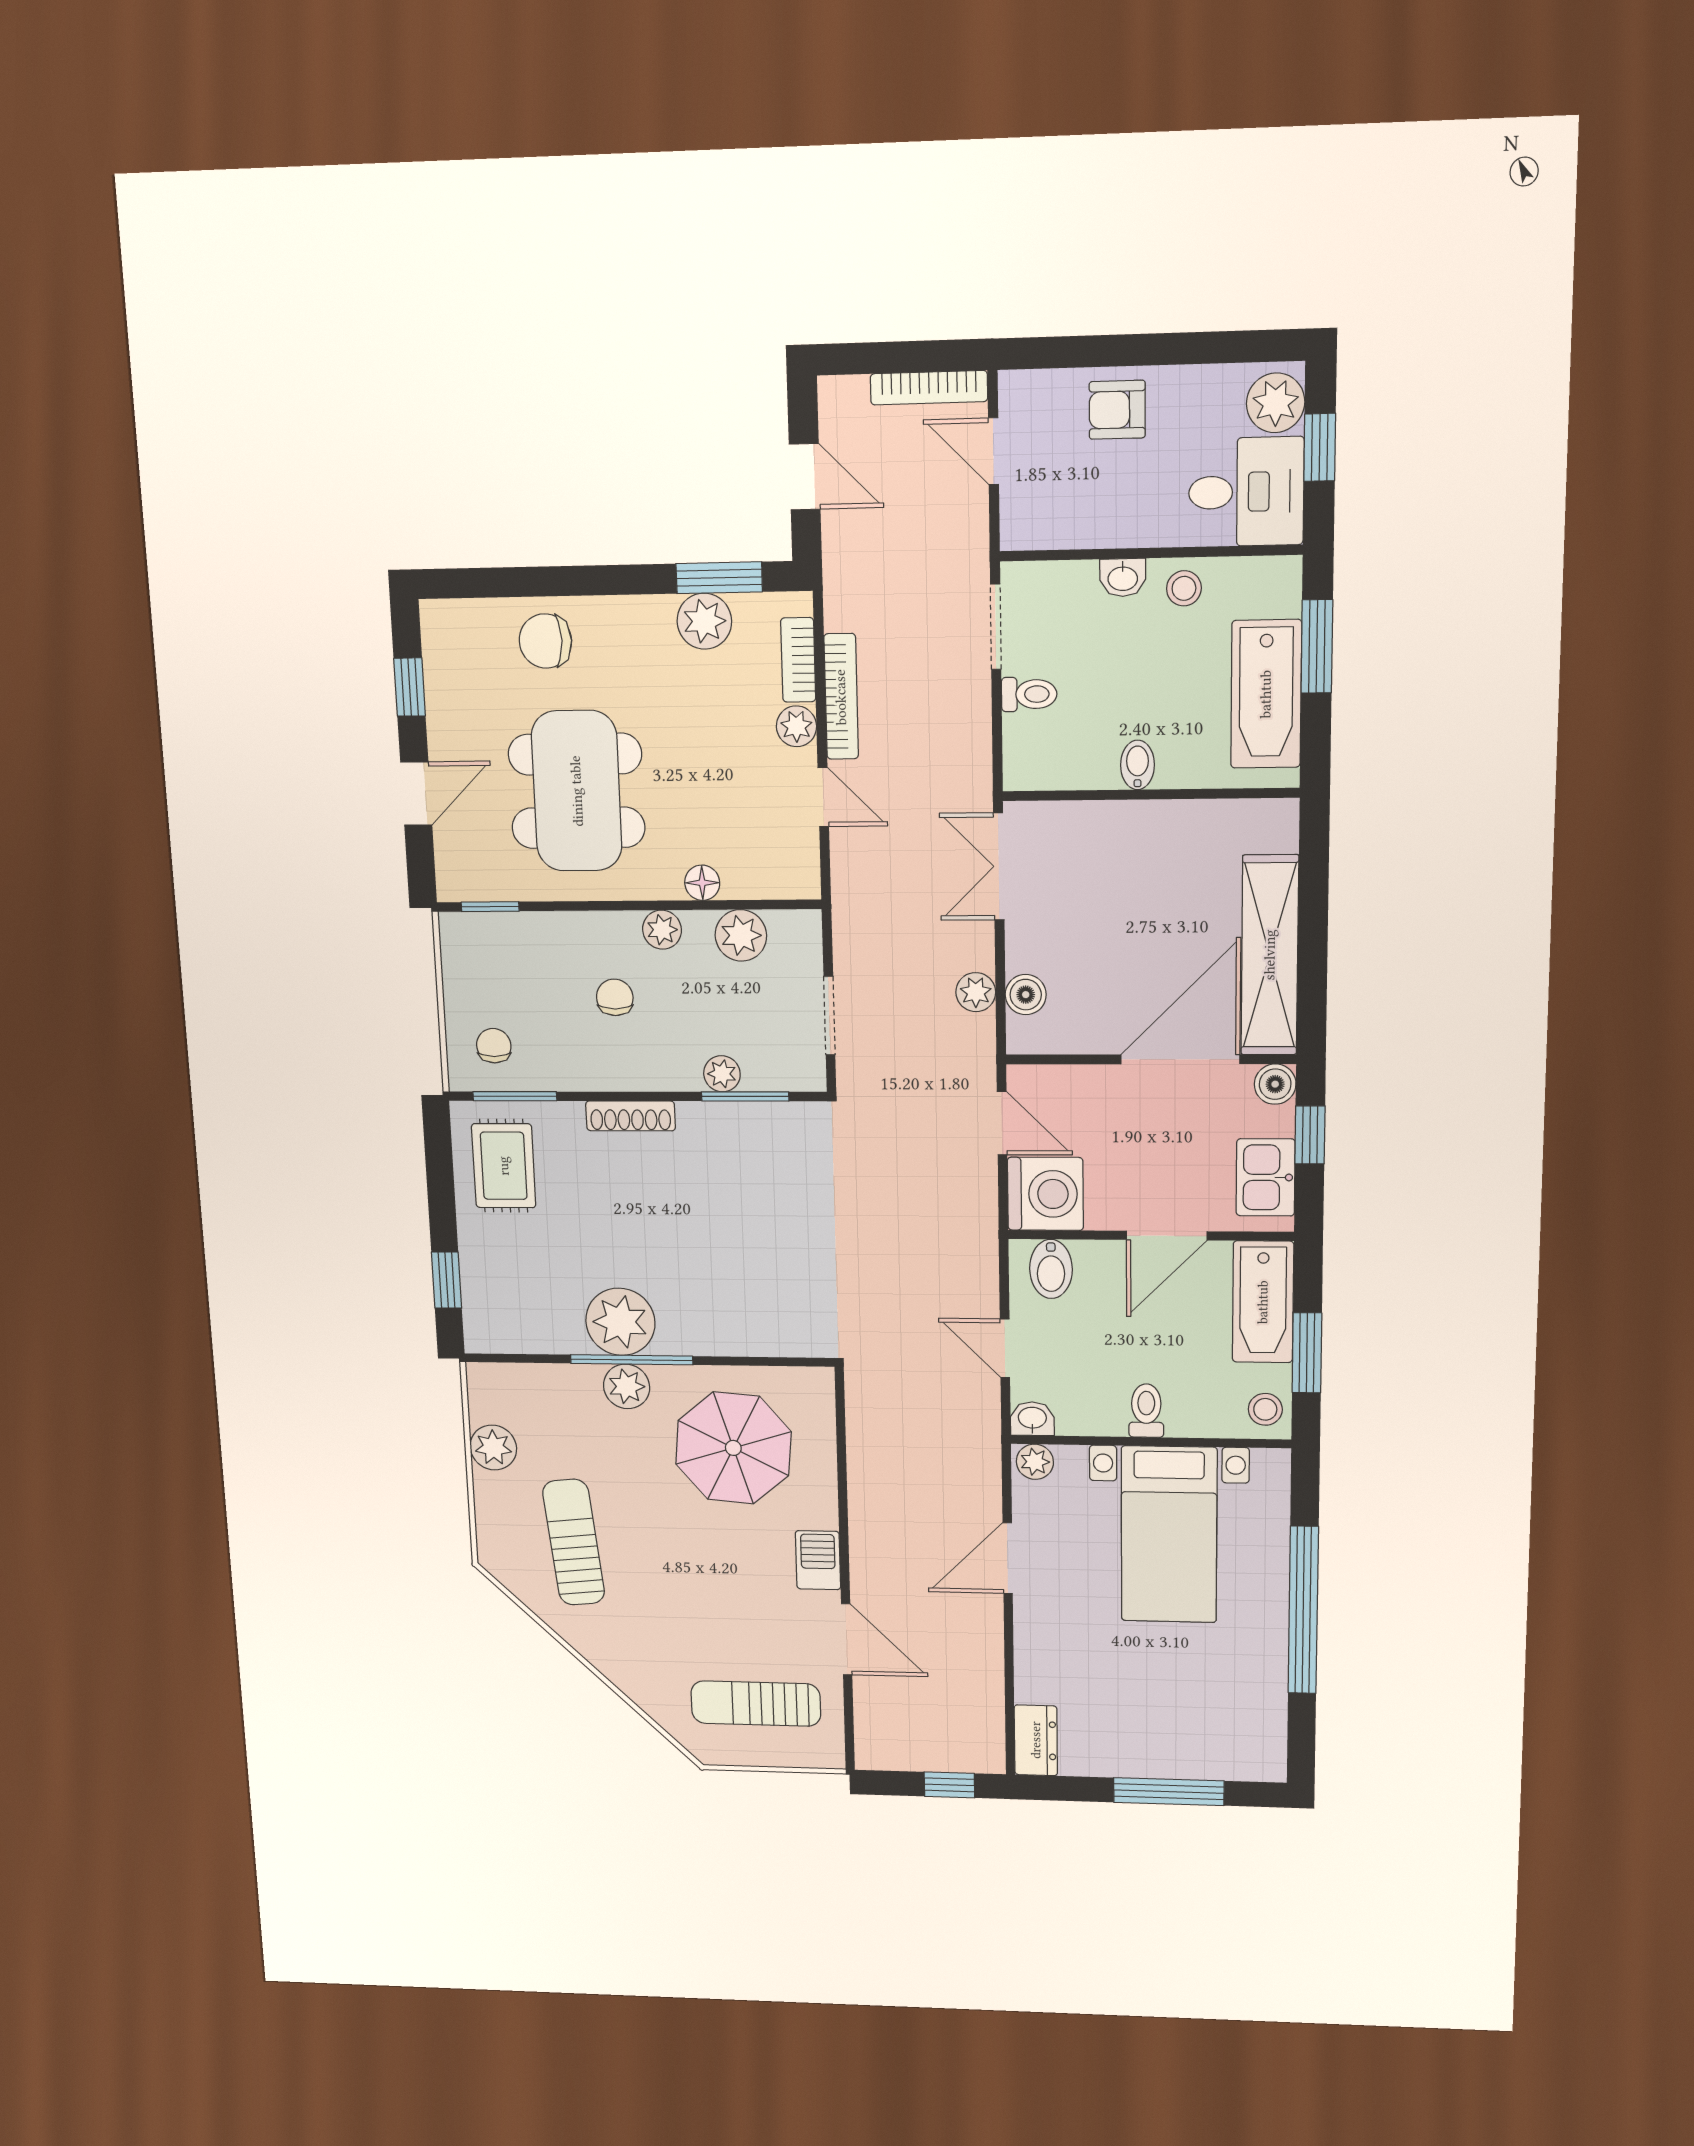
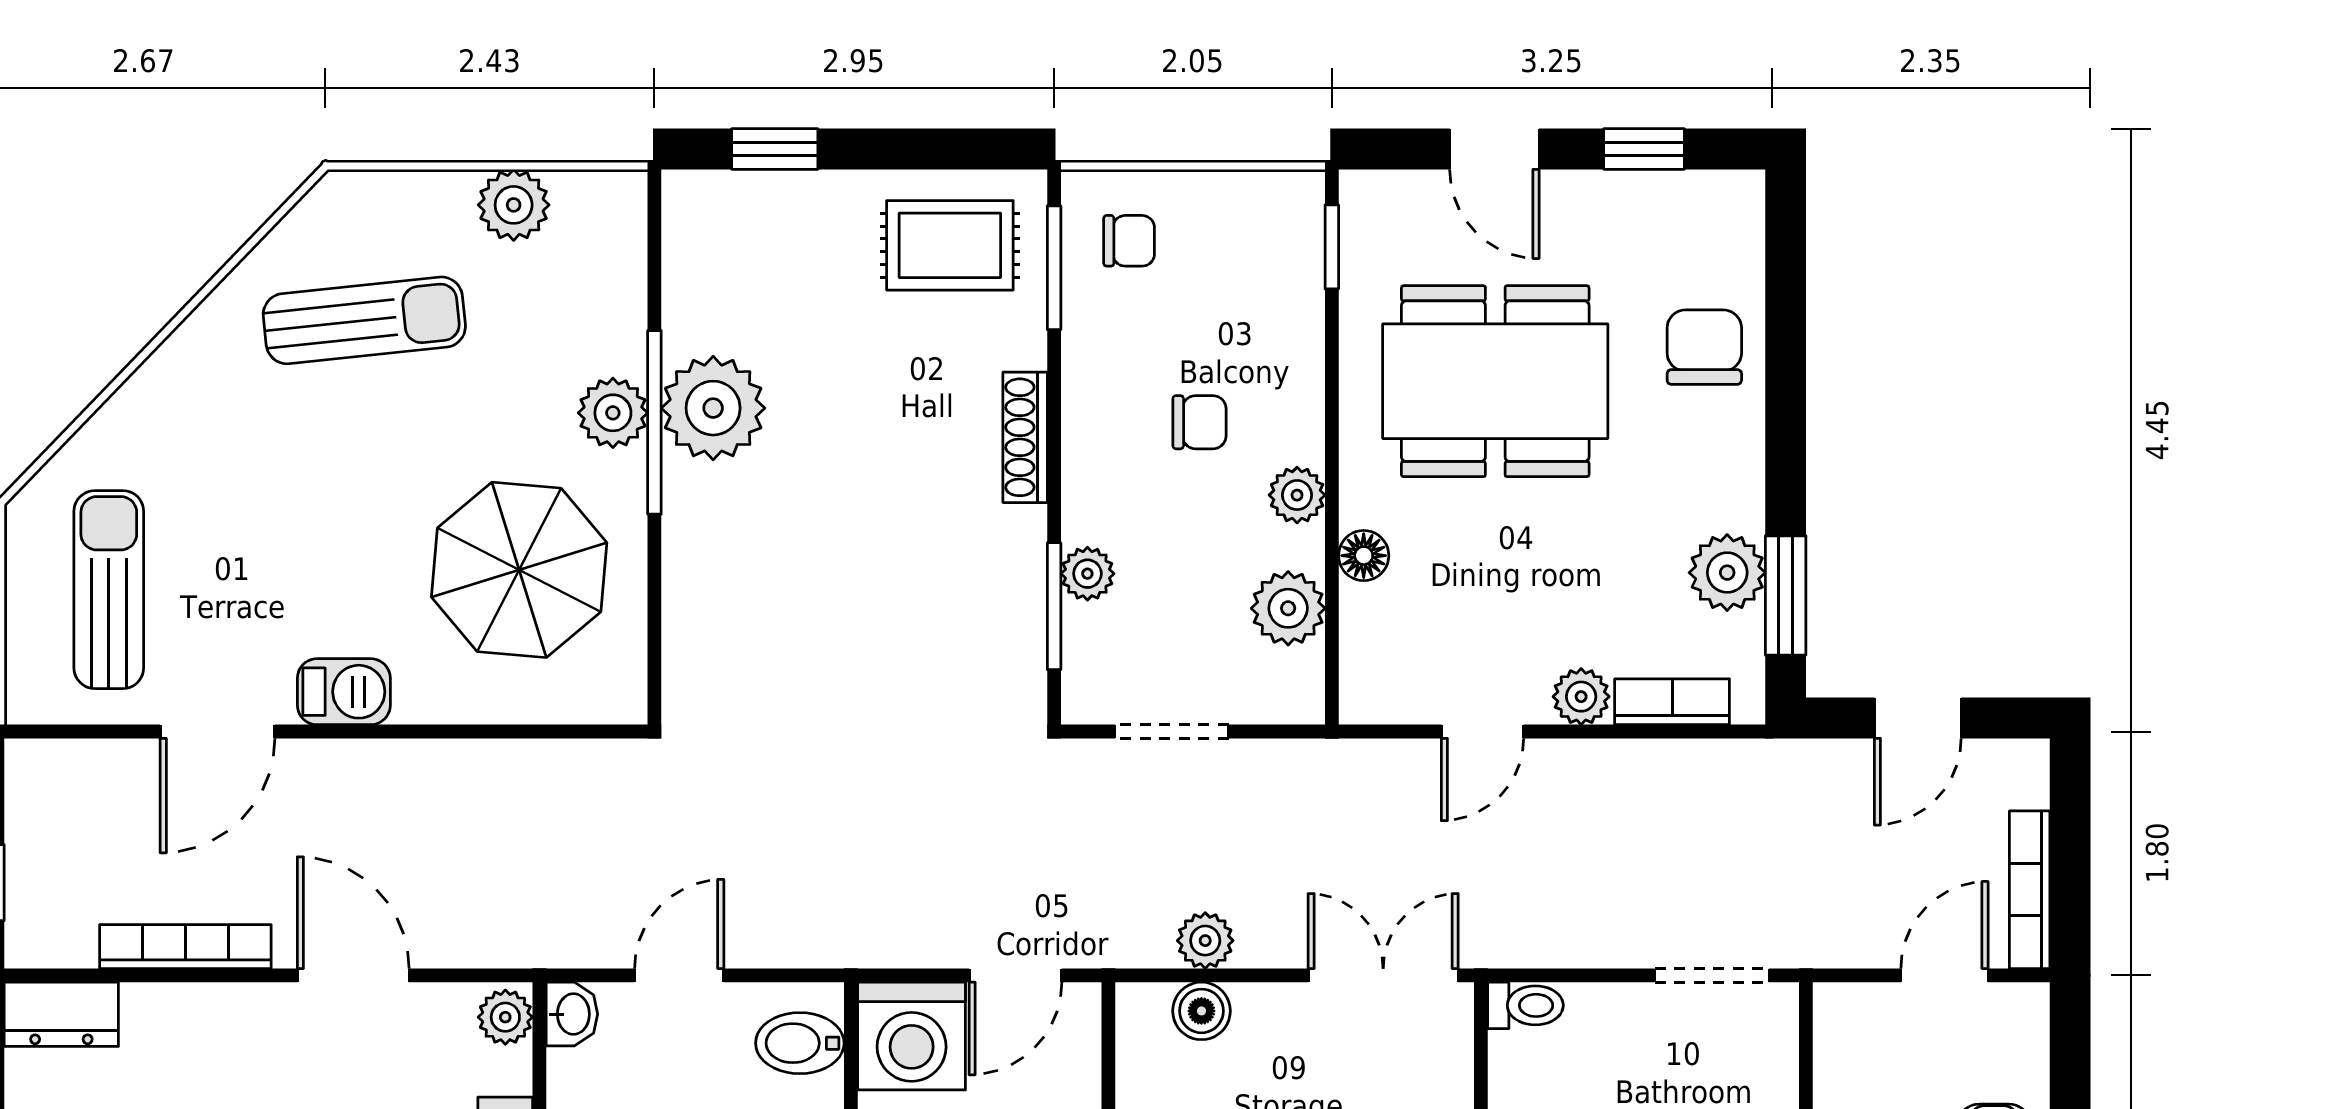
toilet: (1029, 694) -> (1525, 1005), moved, turned -90
bookcase: (841, 697) -> (185, 947), moved, turned 180

